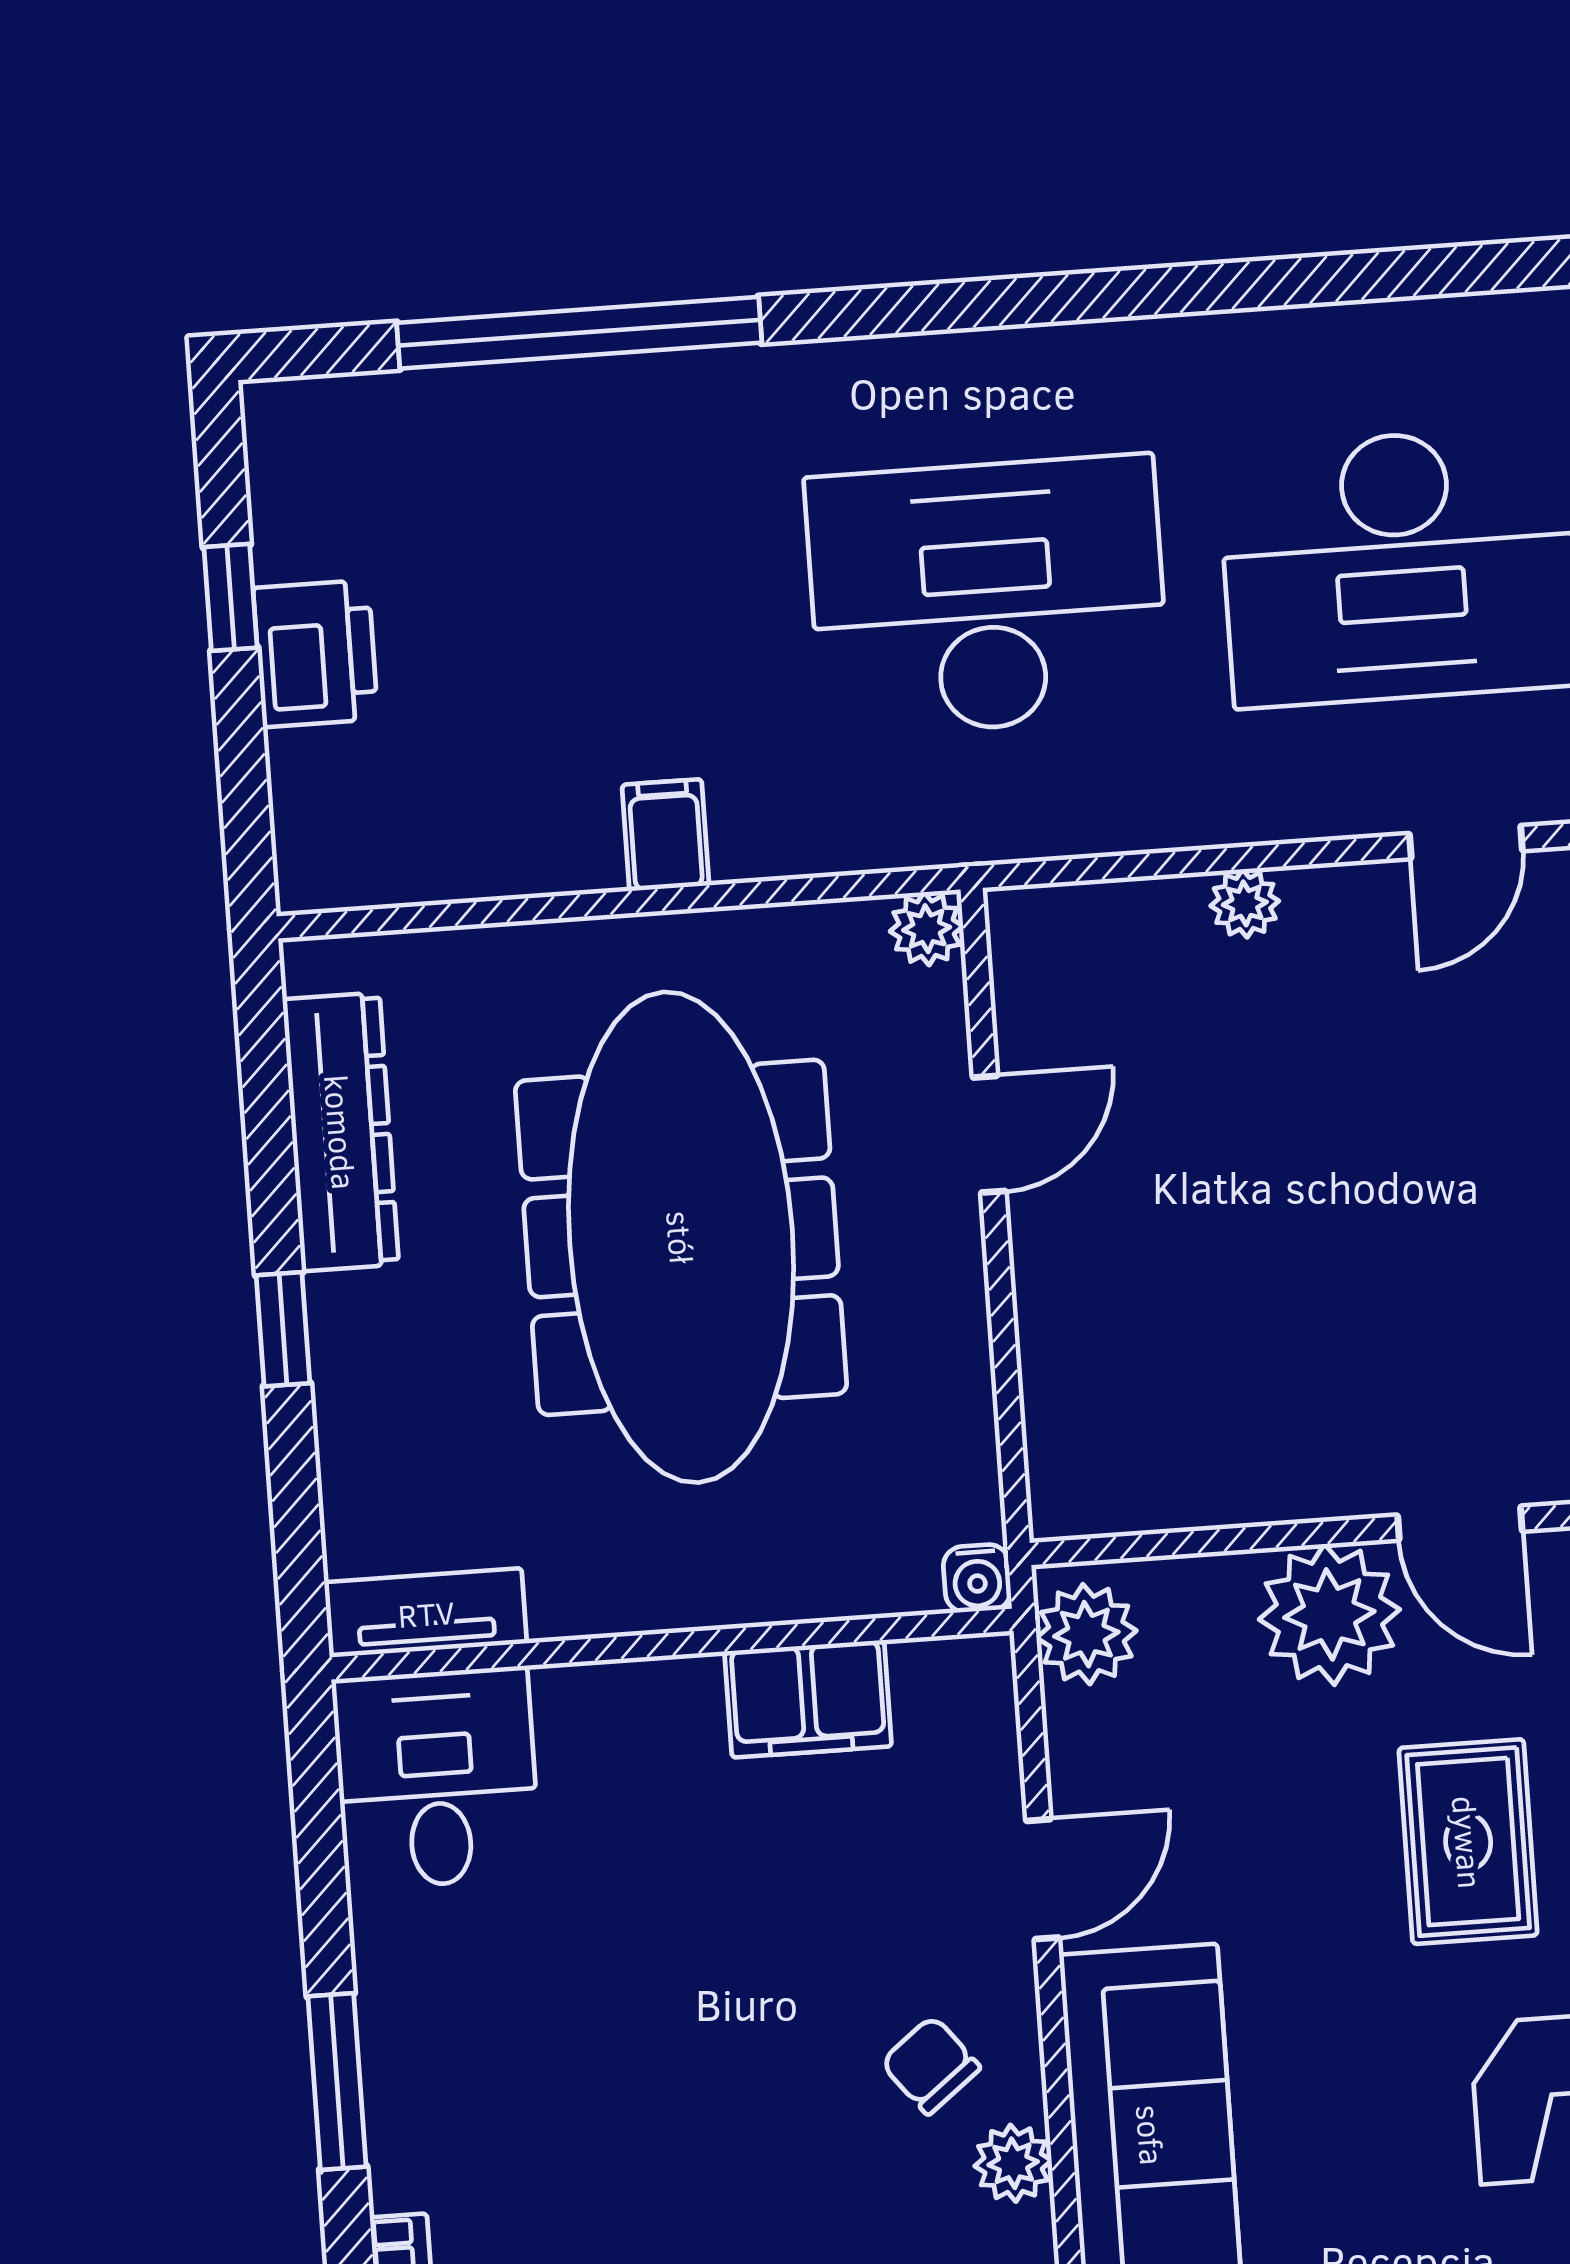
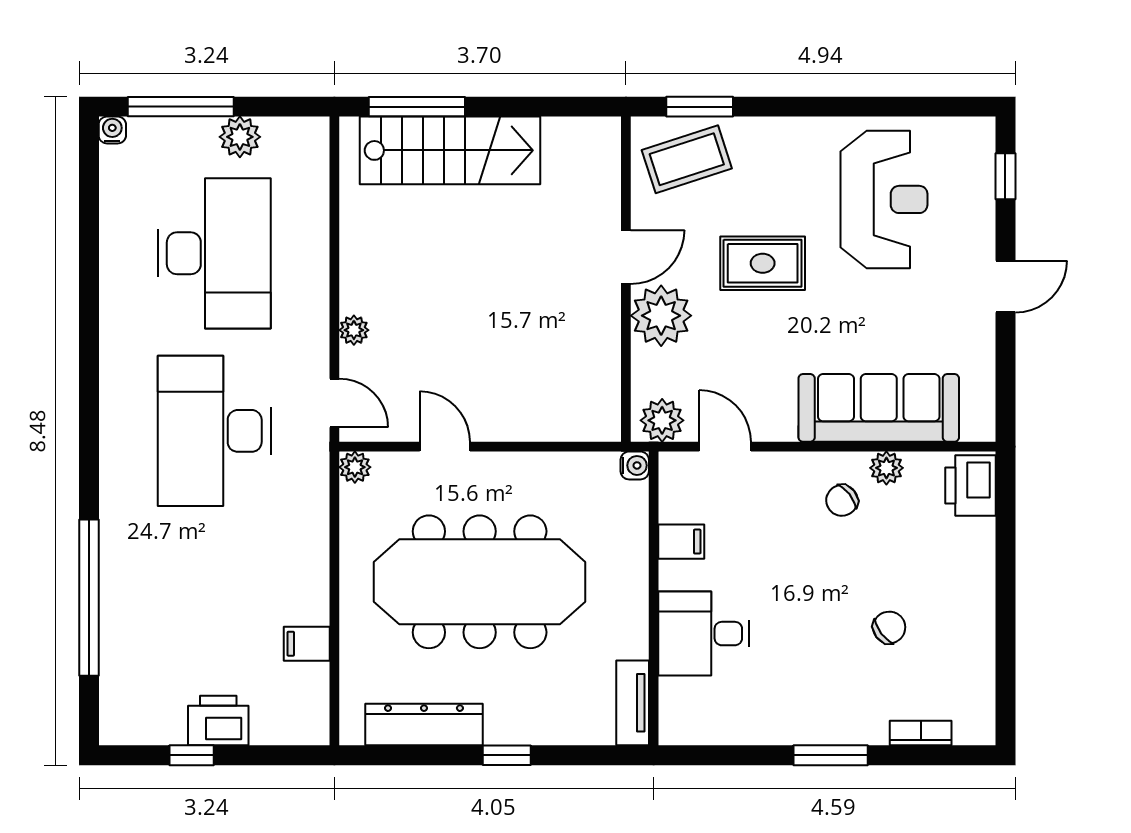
filing cabinet: (666, 835) -> (307, 644), moved
door: (1466, 842) -> (334, 403), moved
filing cabinet: (808, 1699) -> (681, 542), width x0.50
desk: (437, 1778) -> (704, 634), moved
door: (1043, 1879) -> (725, 447), moved
chair: (643, 2196) -> (889, 627), added

